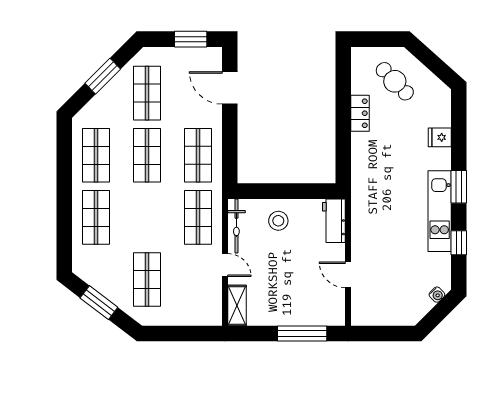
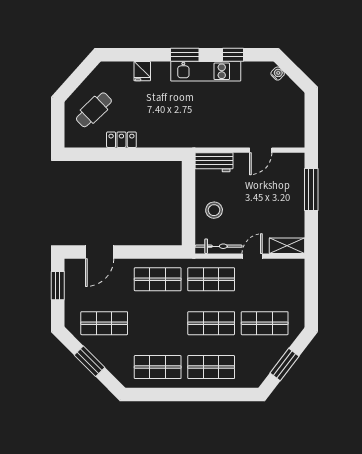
shop shelf: (147, 155) -> (211, 323), moved

